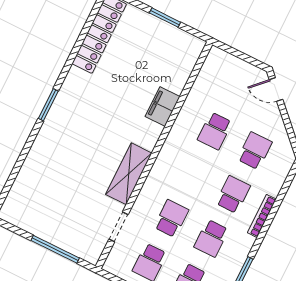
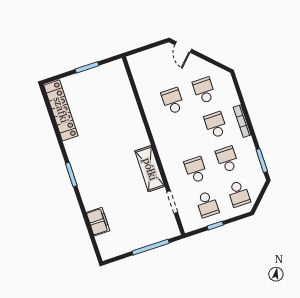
door: (276, 90) -> (183, 47), hinge flipped
filing cabinet: (162, 106) -> (98, 222), moved, turned 180
school desk: (215, 131) -> (173, 101), turned 180
school desk: (211, 238) -> (227, 159), turned 180

